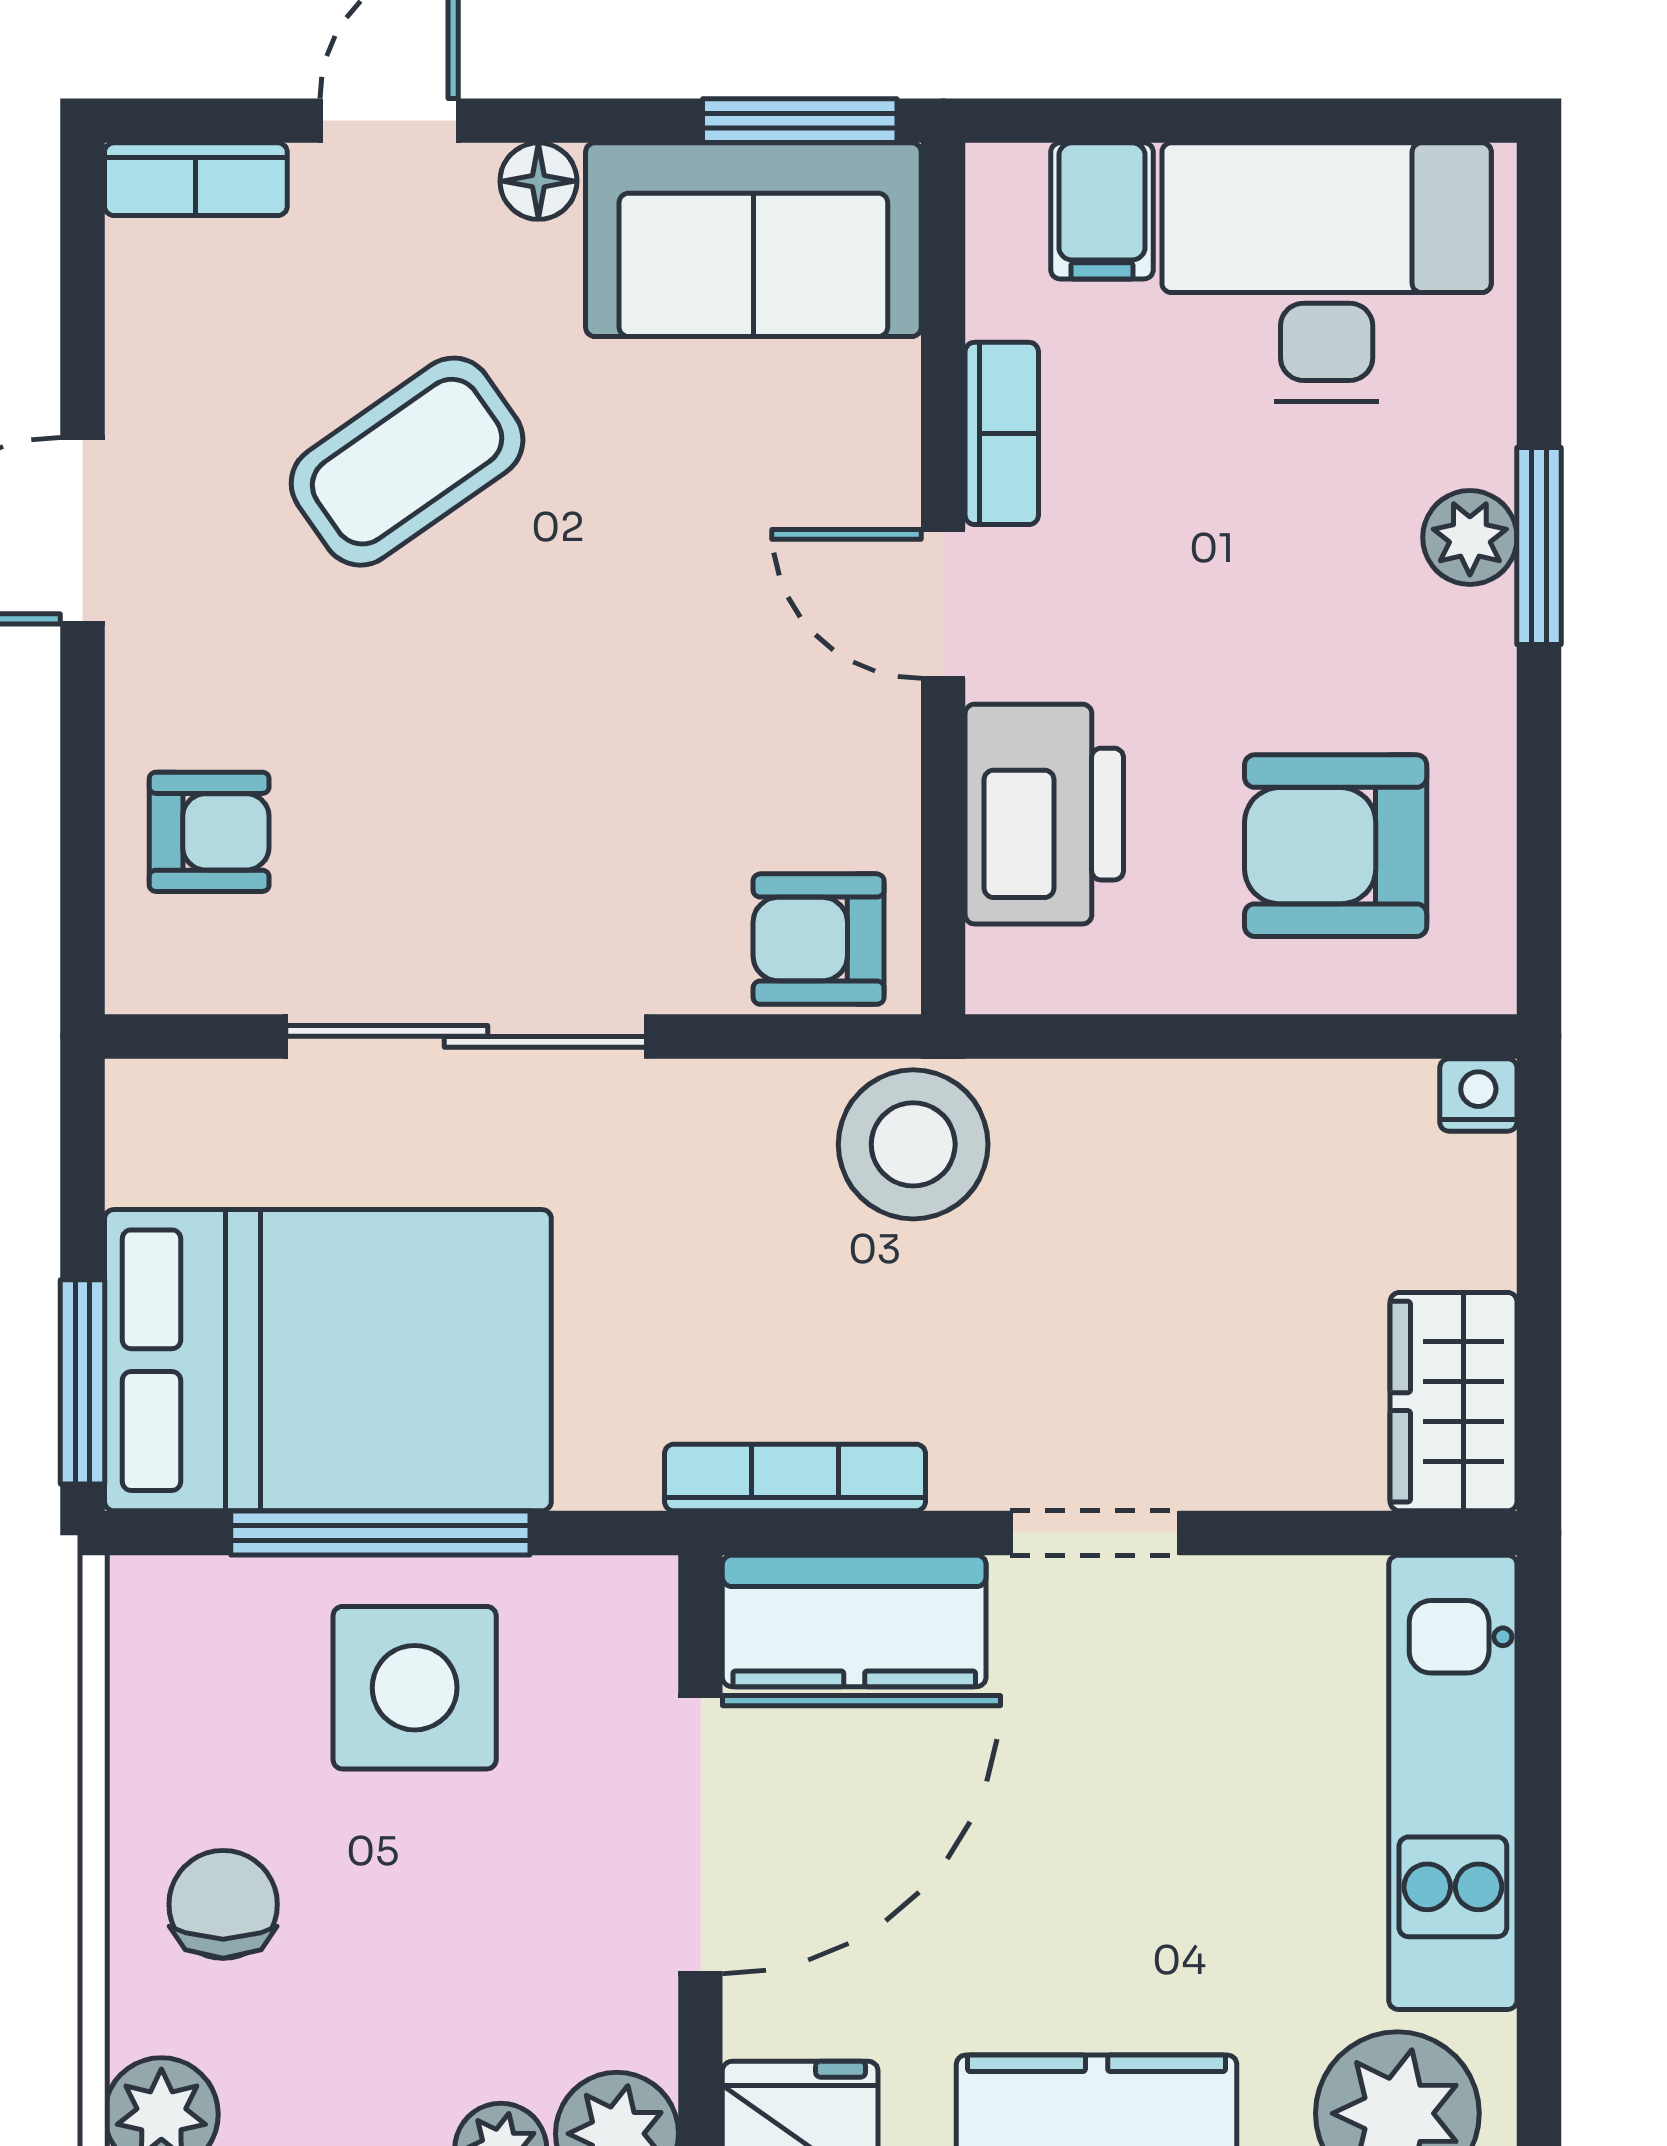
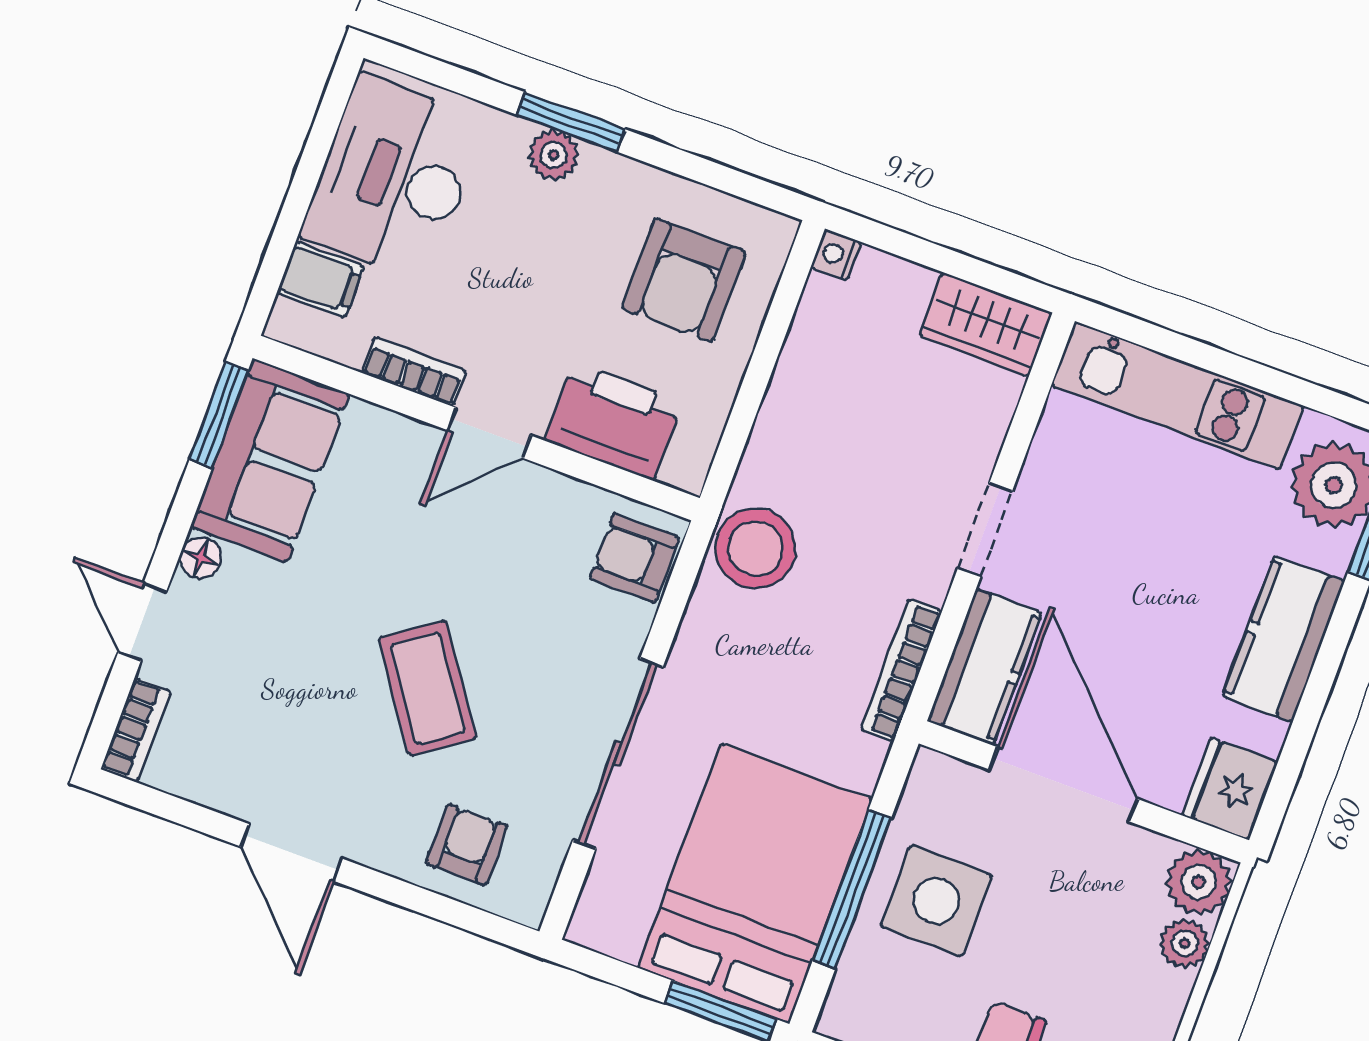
coffee table: (407, 462) -> (428, 688), moved
armchair: (819, 939) -> (634, 558), turned 90

